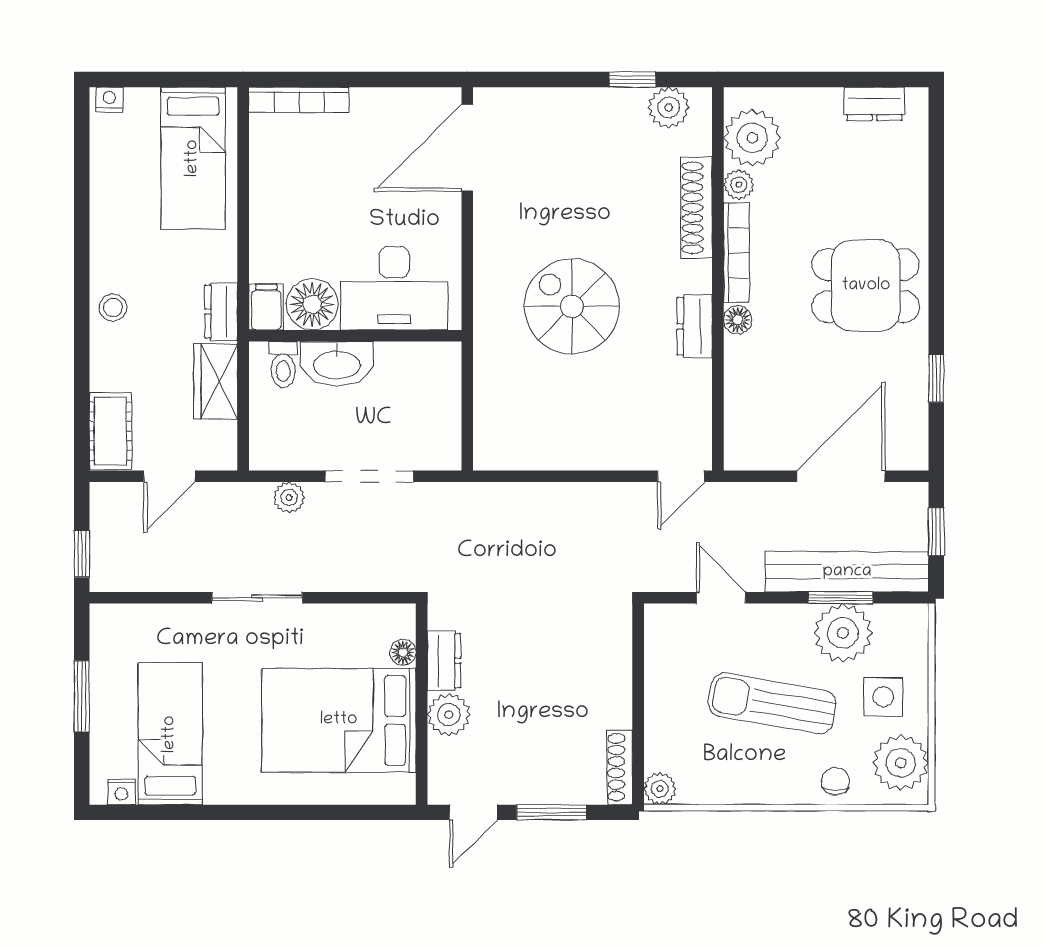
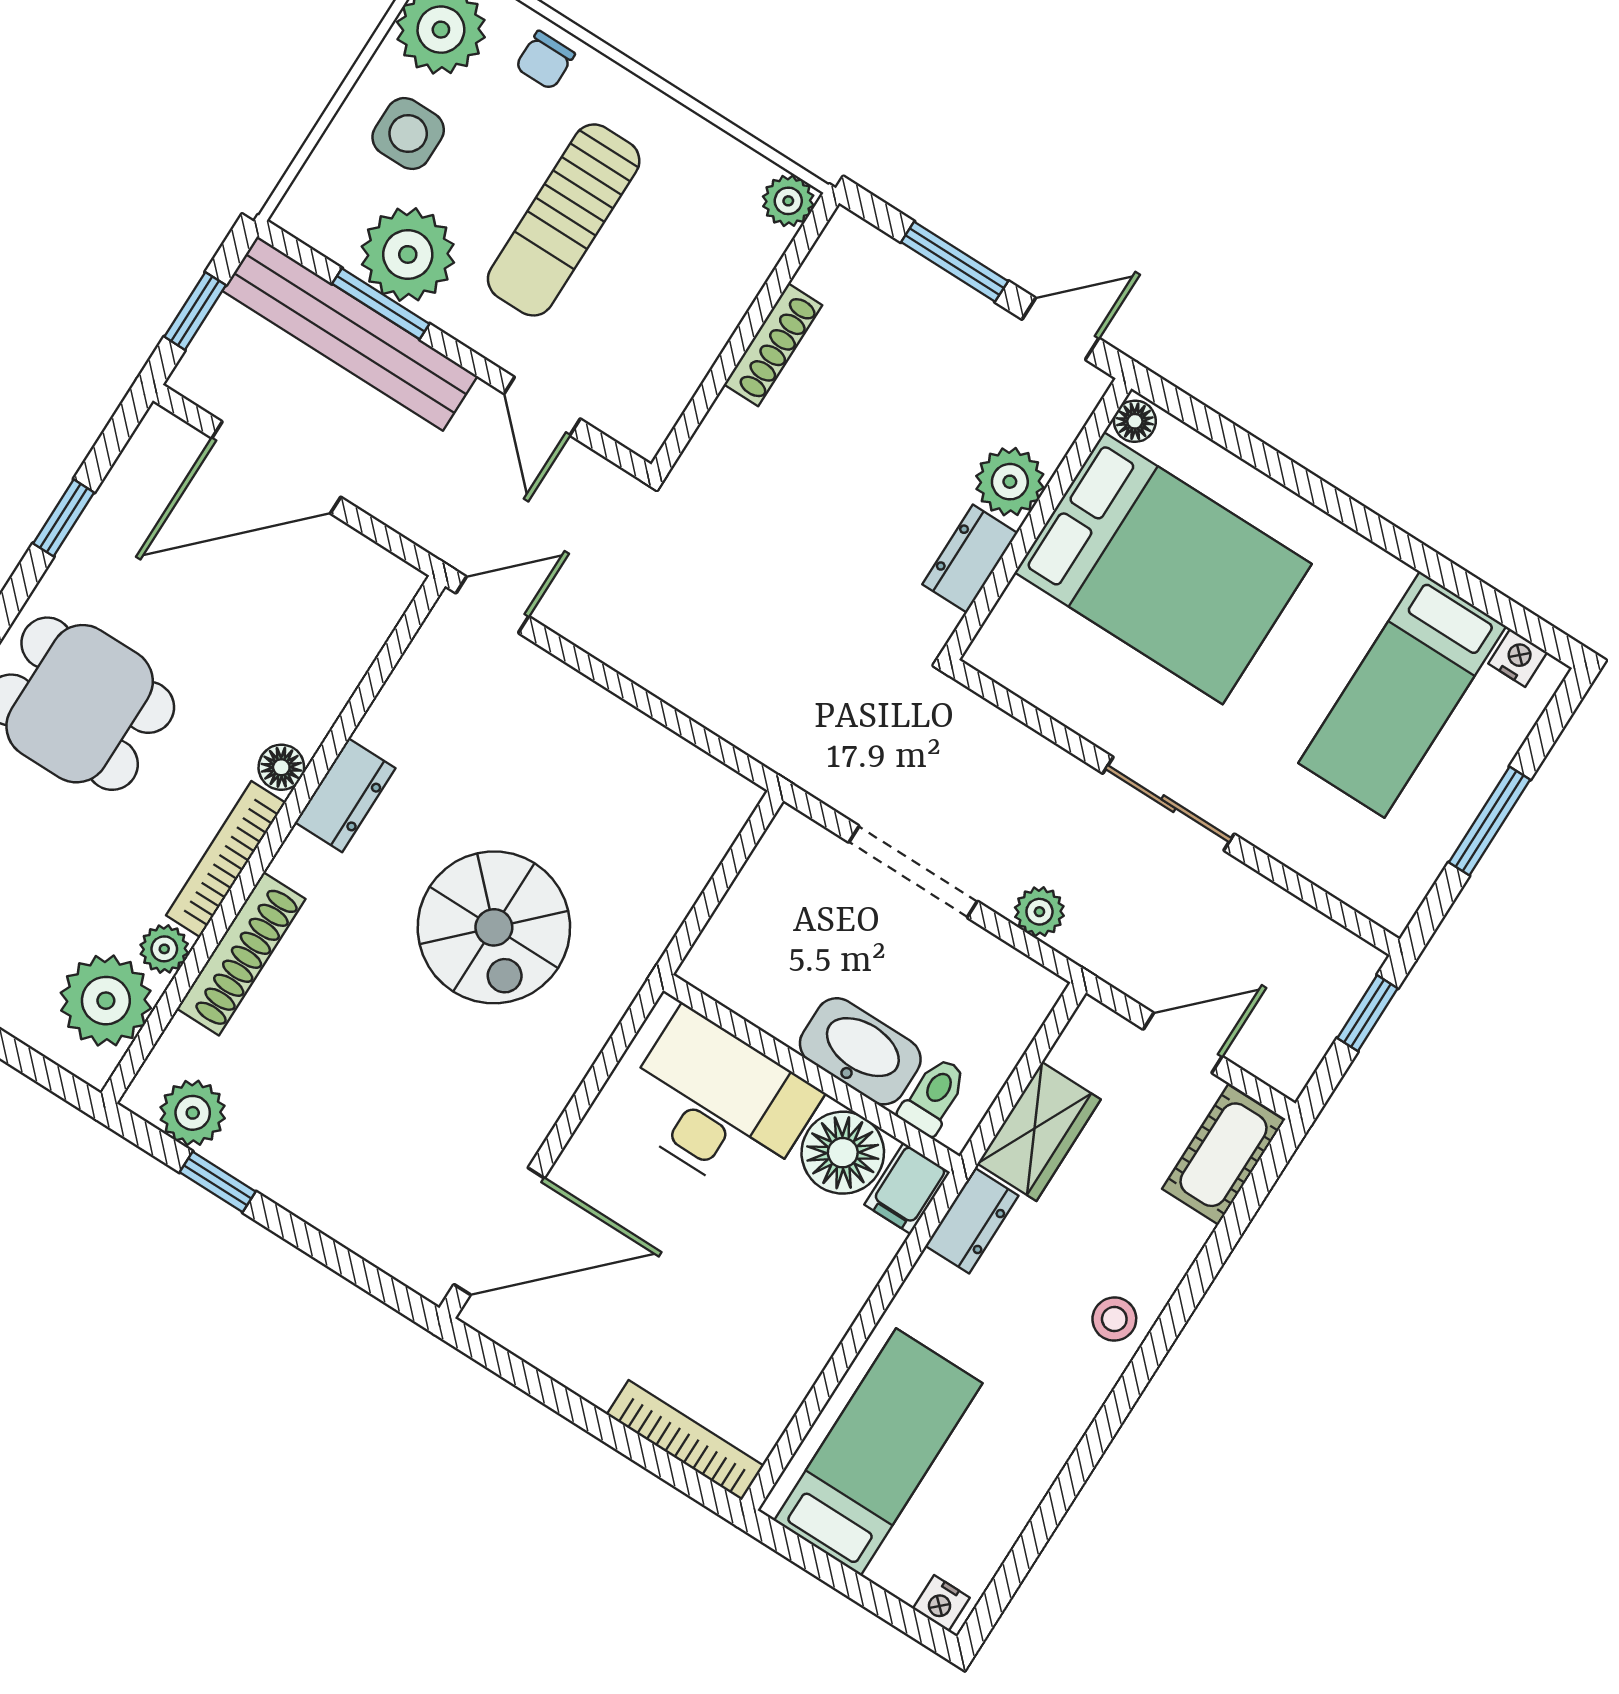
floor lamp: (403, 652) -> (1135, 421), moved
sun lounger: (772, 703) -> (564, 220), turned 80
shoe rack: (620, 767) -> (773, 345), moved

